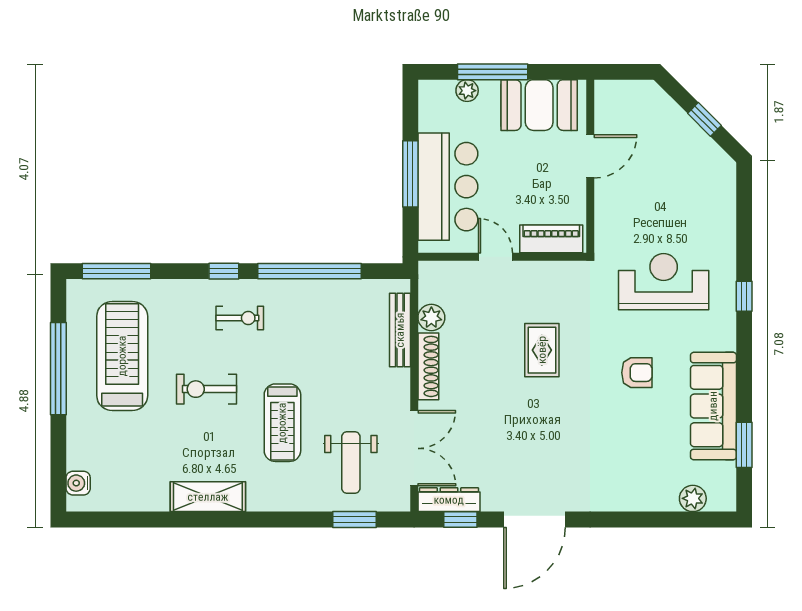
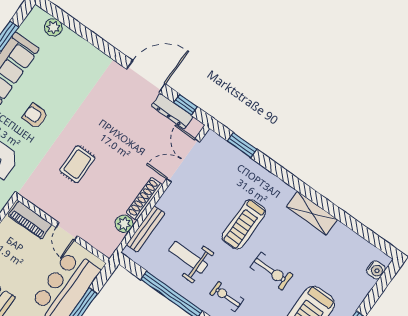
treadmill: (282, 423) -> (244, 224), turned 180
weight bench: (351, 463) -> (188, 257), moved, turned -90
dresser: (449, 500) -> (172, 111), moved

